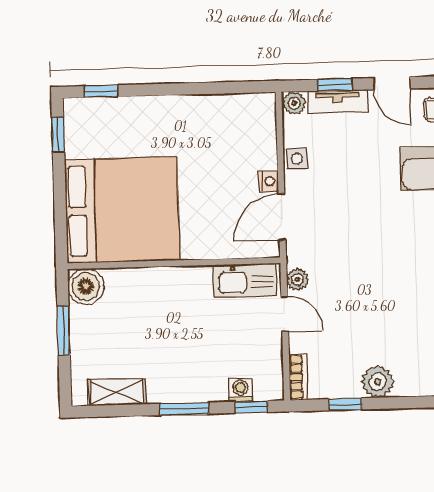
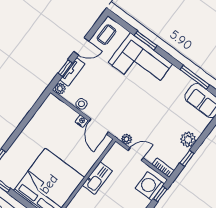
kitchen sink: (245, 281) -> (97, 178), moved
washing machine: (240, 390) -> (150, 186), width x1.89, depth x1.89

